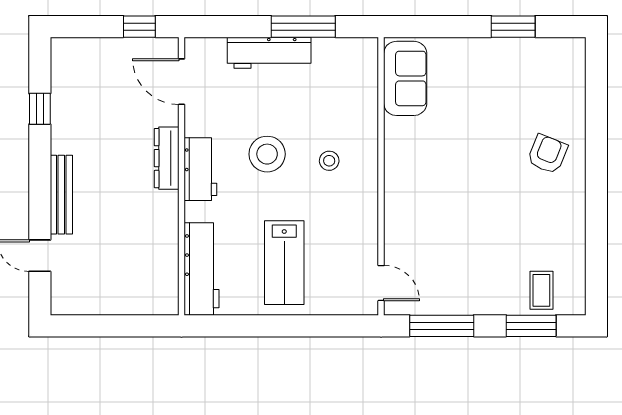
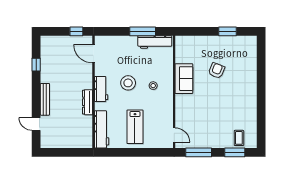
workbench: (269, 53) -> (155, 42), moved
sofa: (405, 78) -> (184, 79), moved
armchair: (547, 154) -> (217, 71), moved
dresser: (167, 158) -> (87, 102), moved

